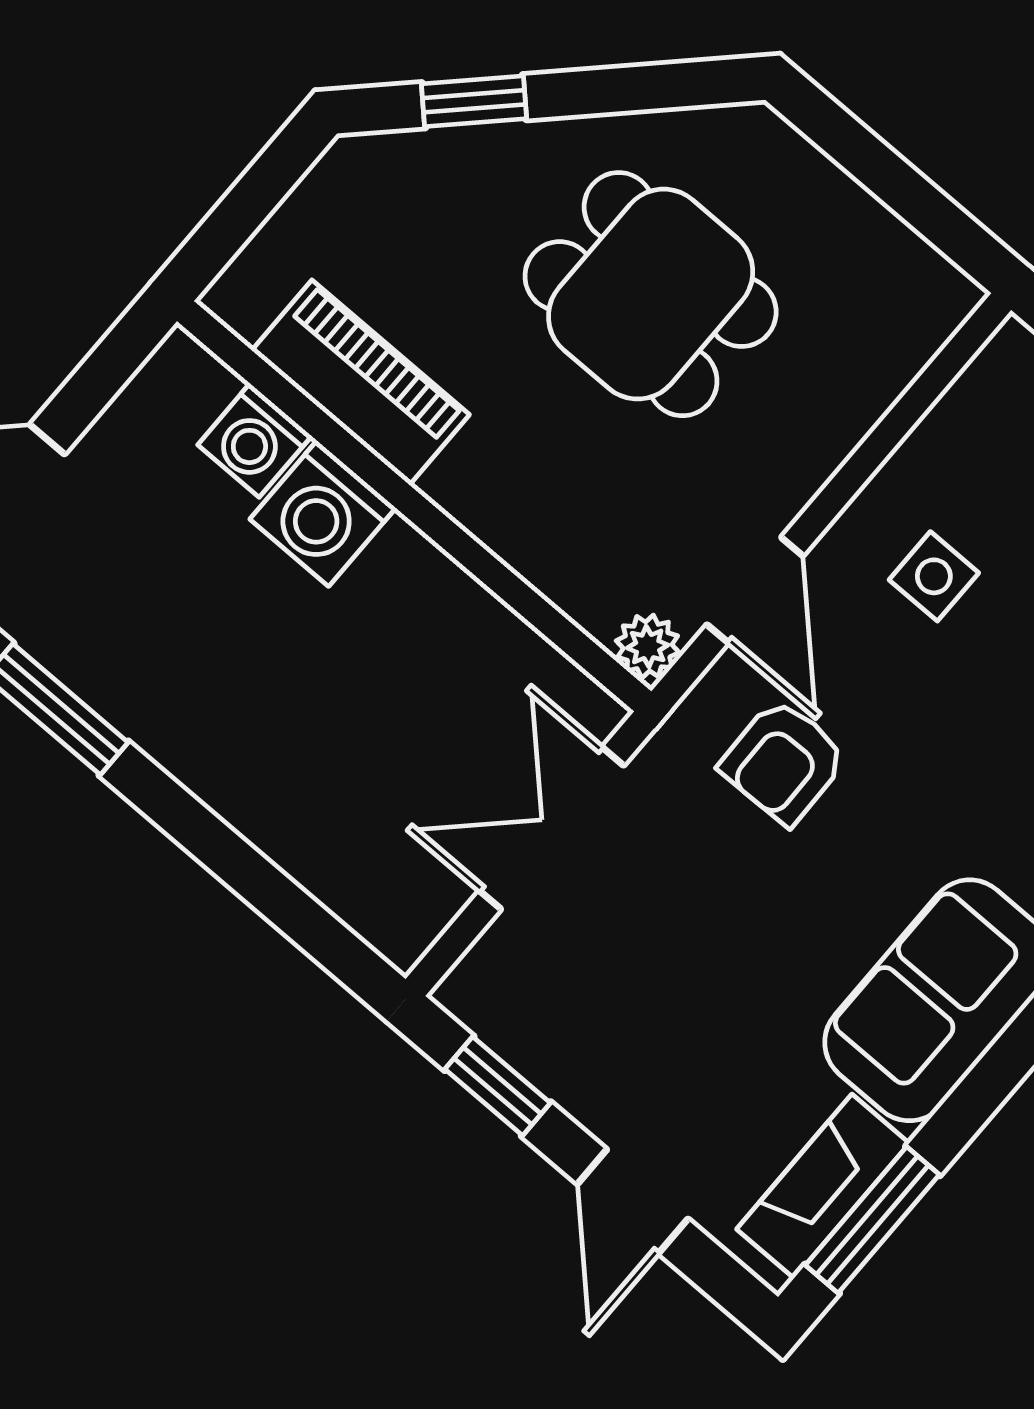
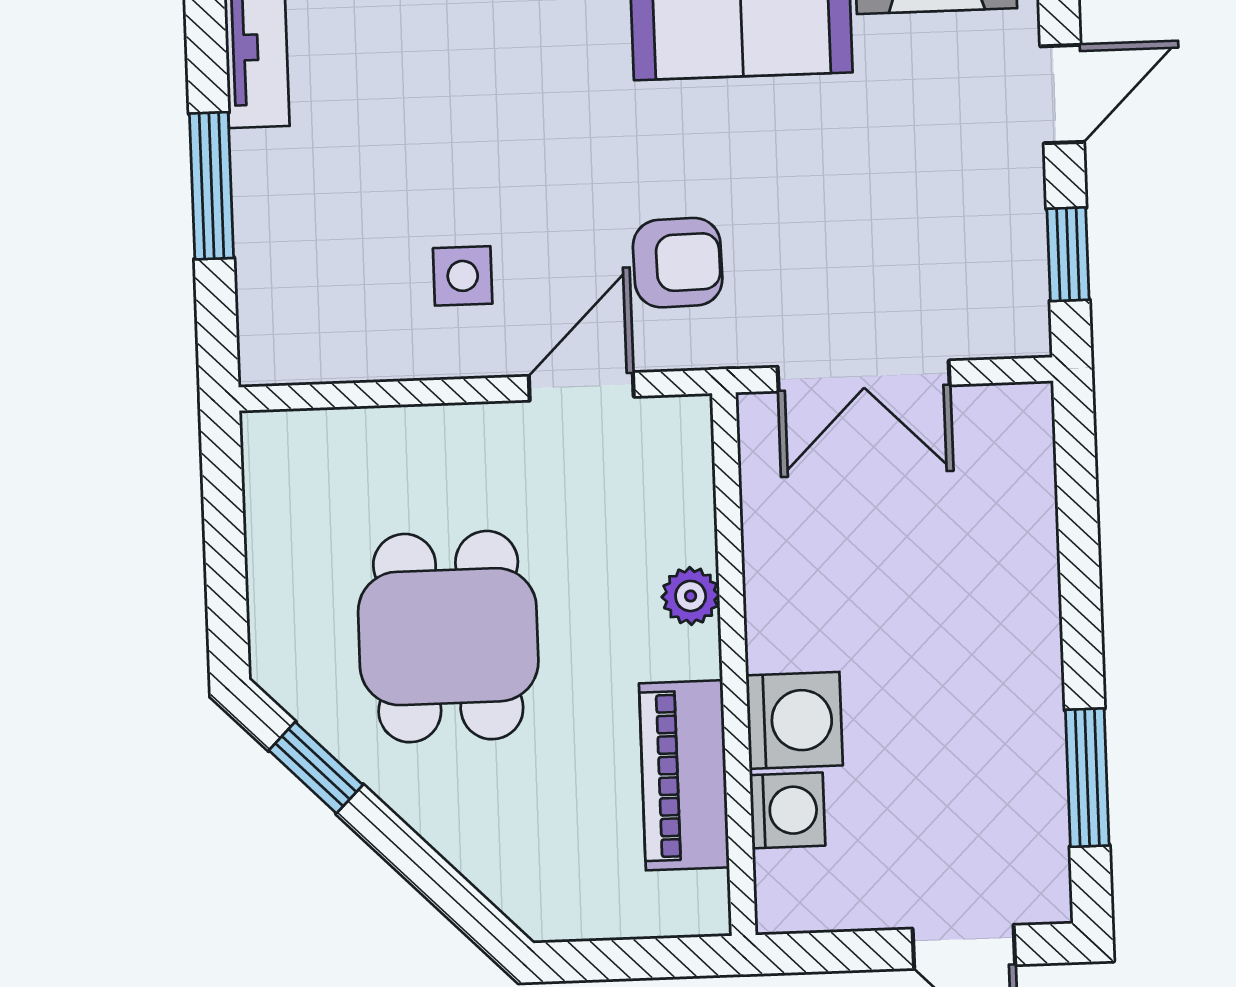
window: (474, 101) -> (316, 768), moved
plant: (648, 646) -> (691, 596), moved

